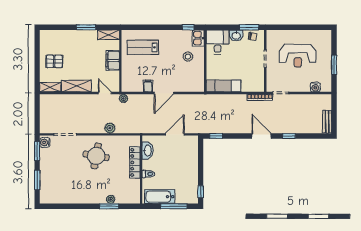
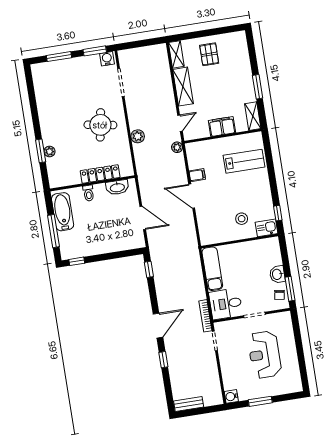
desk: (218, 42) -> (226, 304), moved, turned 180
lab bench: (143, 47) -> (244, 161), turned 90
water cooler: (315, 87) -> (231, 396), moved

